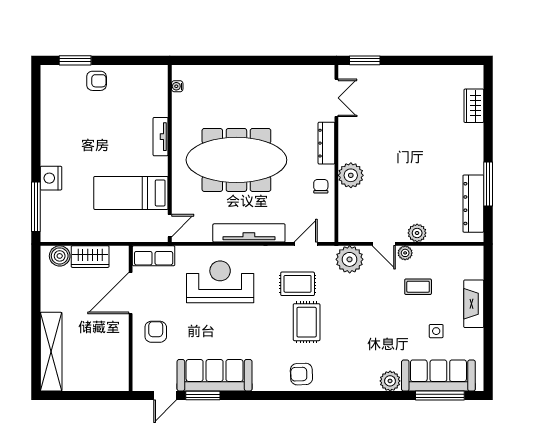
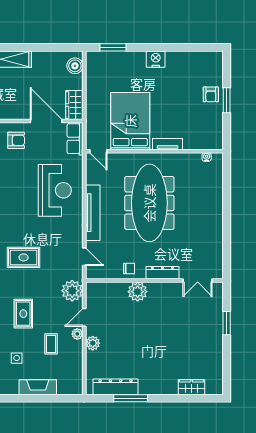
window: (75, 60) -> (227, 100), moved
window: (365, 60) -> (227, 323), moved
nightstand: (51, 178) -> (156, 59), moved
bed: (131, 193) -> (130, 121), width x1.50
window: (36, 207) -> (113, 47), width x0.69
wardrobe: (90, 257) -> (74, 105), moved
rug: (298, 284) -> (23, 314), moved

